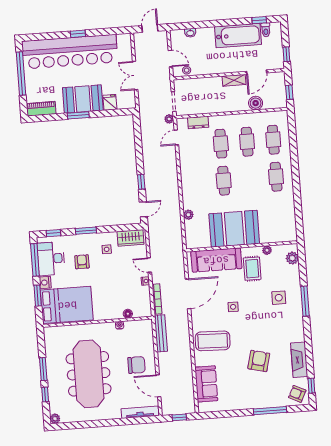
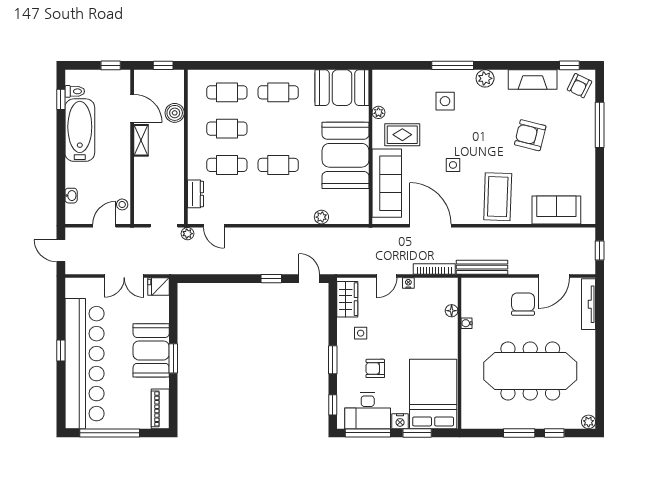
fridge: (110, 102) -> (159, 287), moved
booth: (283, 223) -> (342, 88), added
plant: (292, 258) -> (485, 78), moved

